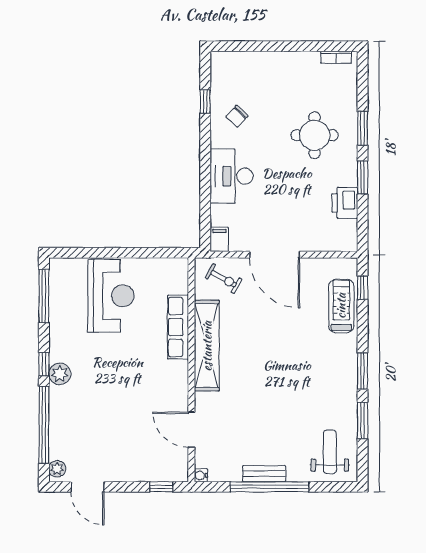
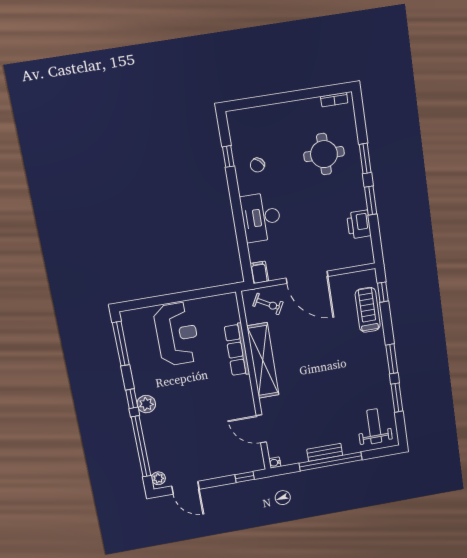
round table: (315, 135) -> (324, 154), moved

